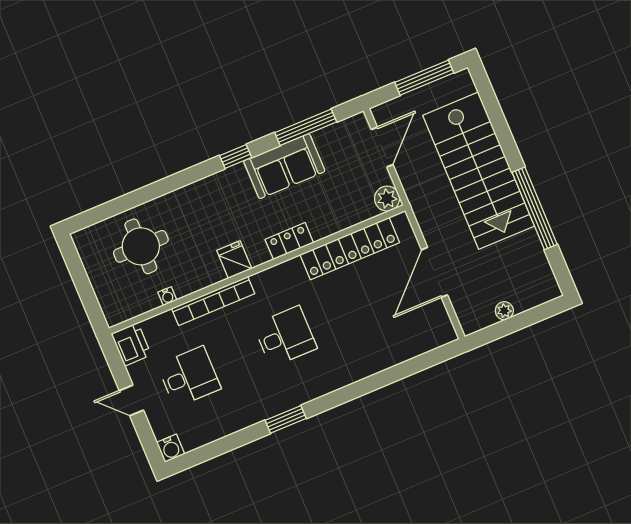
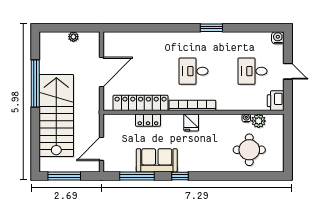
plant: (387, 199) -> (259, 121), moved
locker: (289, 241) -> (148, 120), moved
fridge: (234, 260) -> (191, 122), moved
bookcase: (213, 301) -> (192, 105), moved

